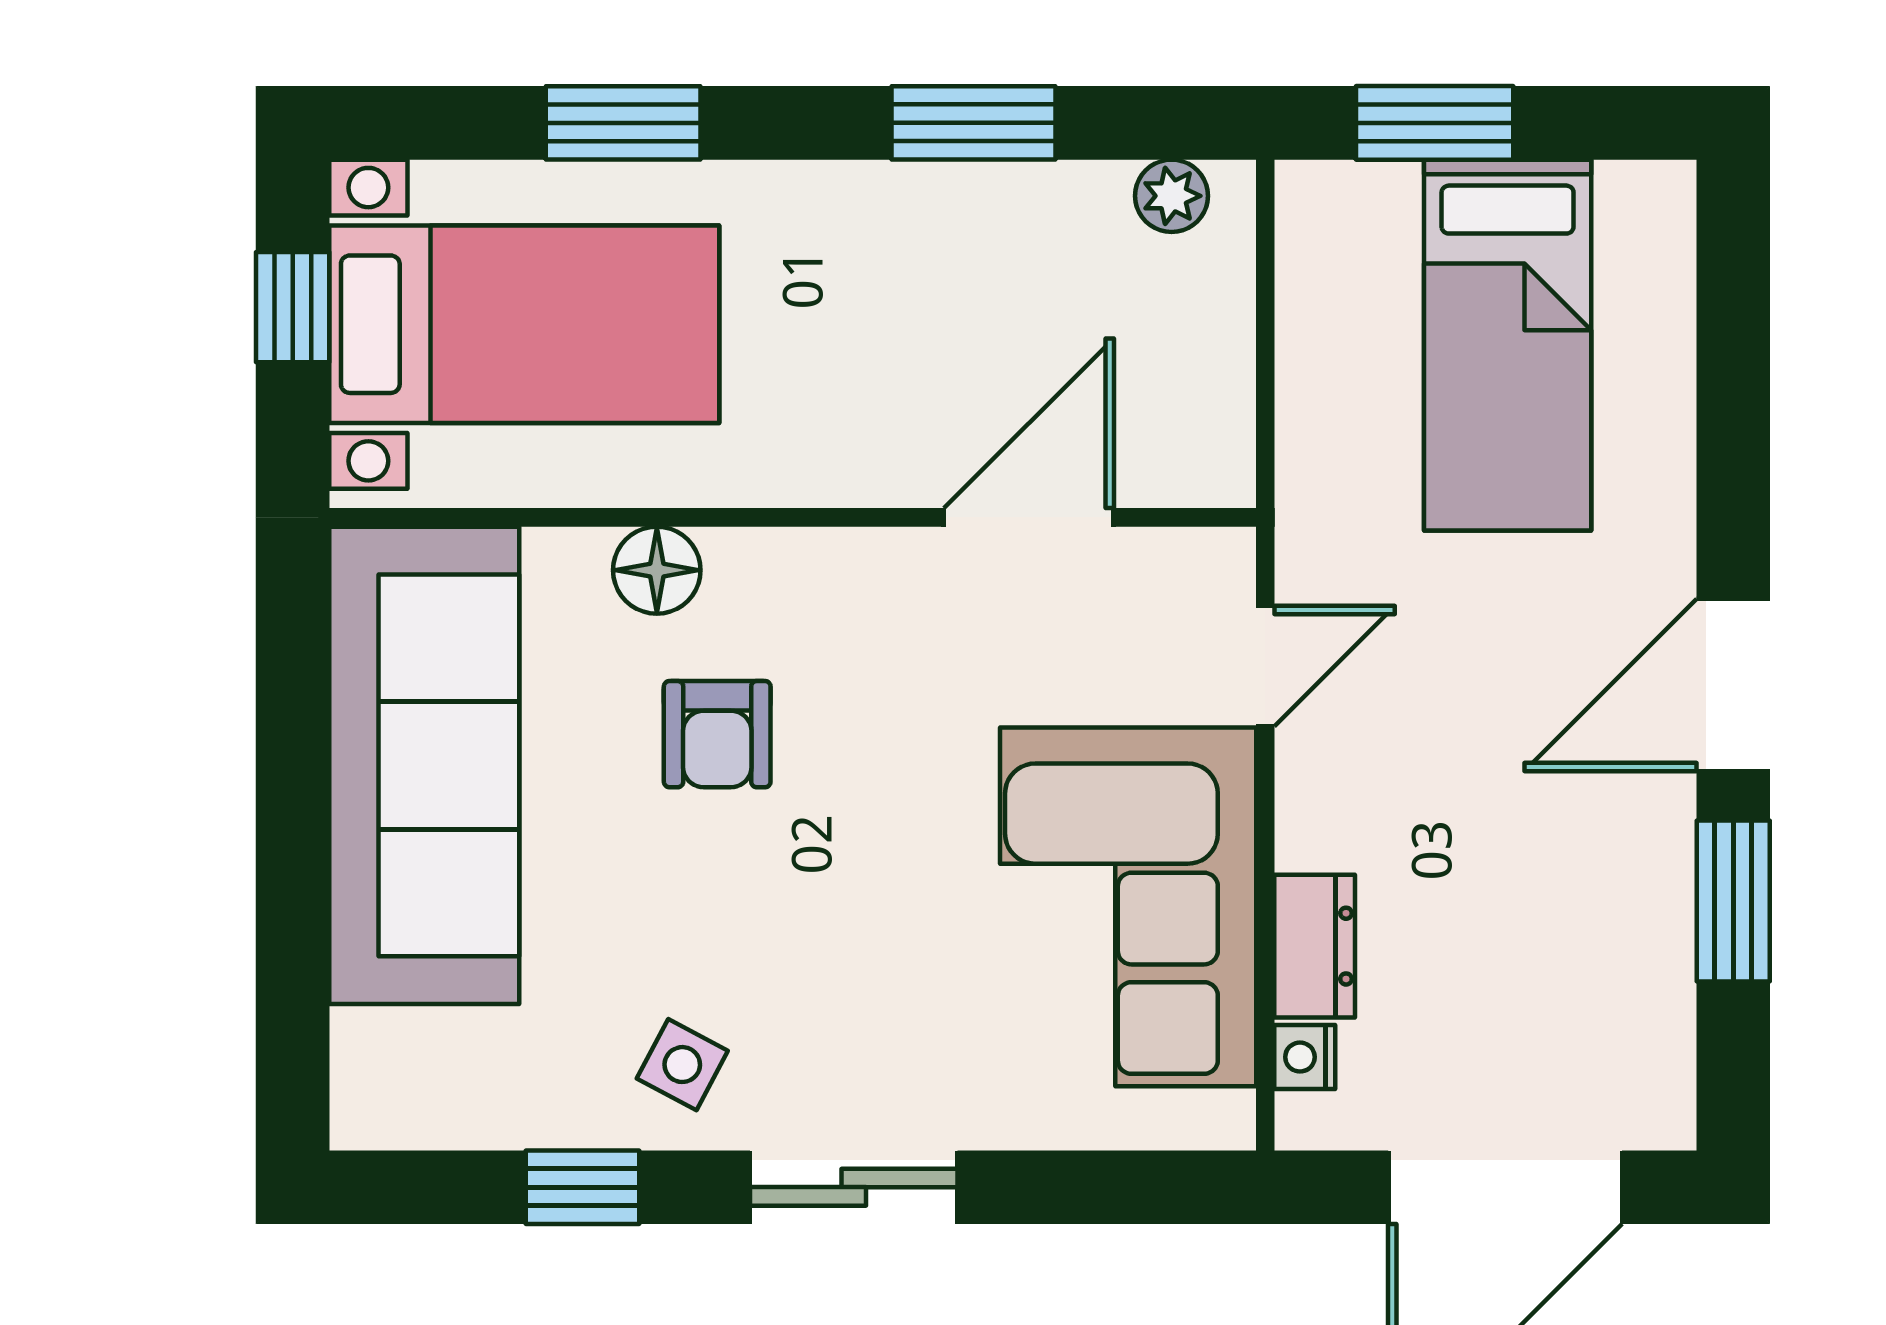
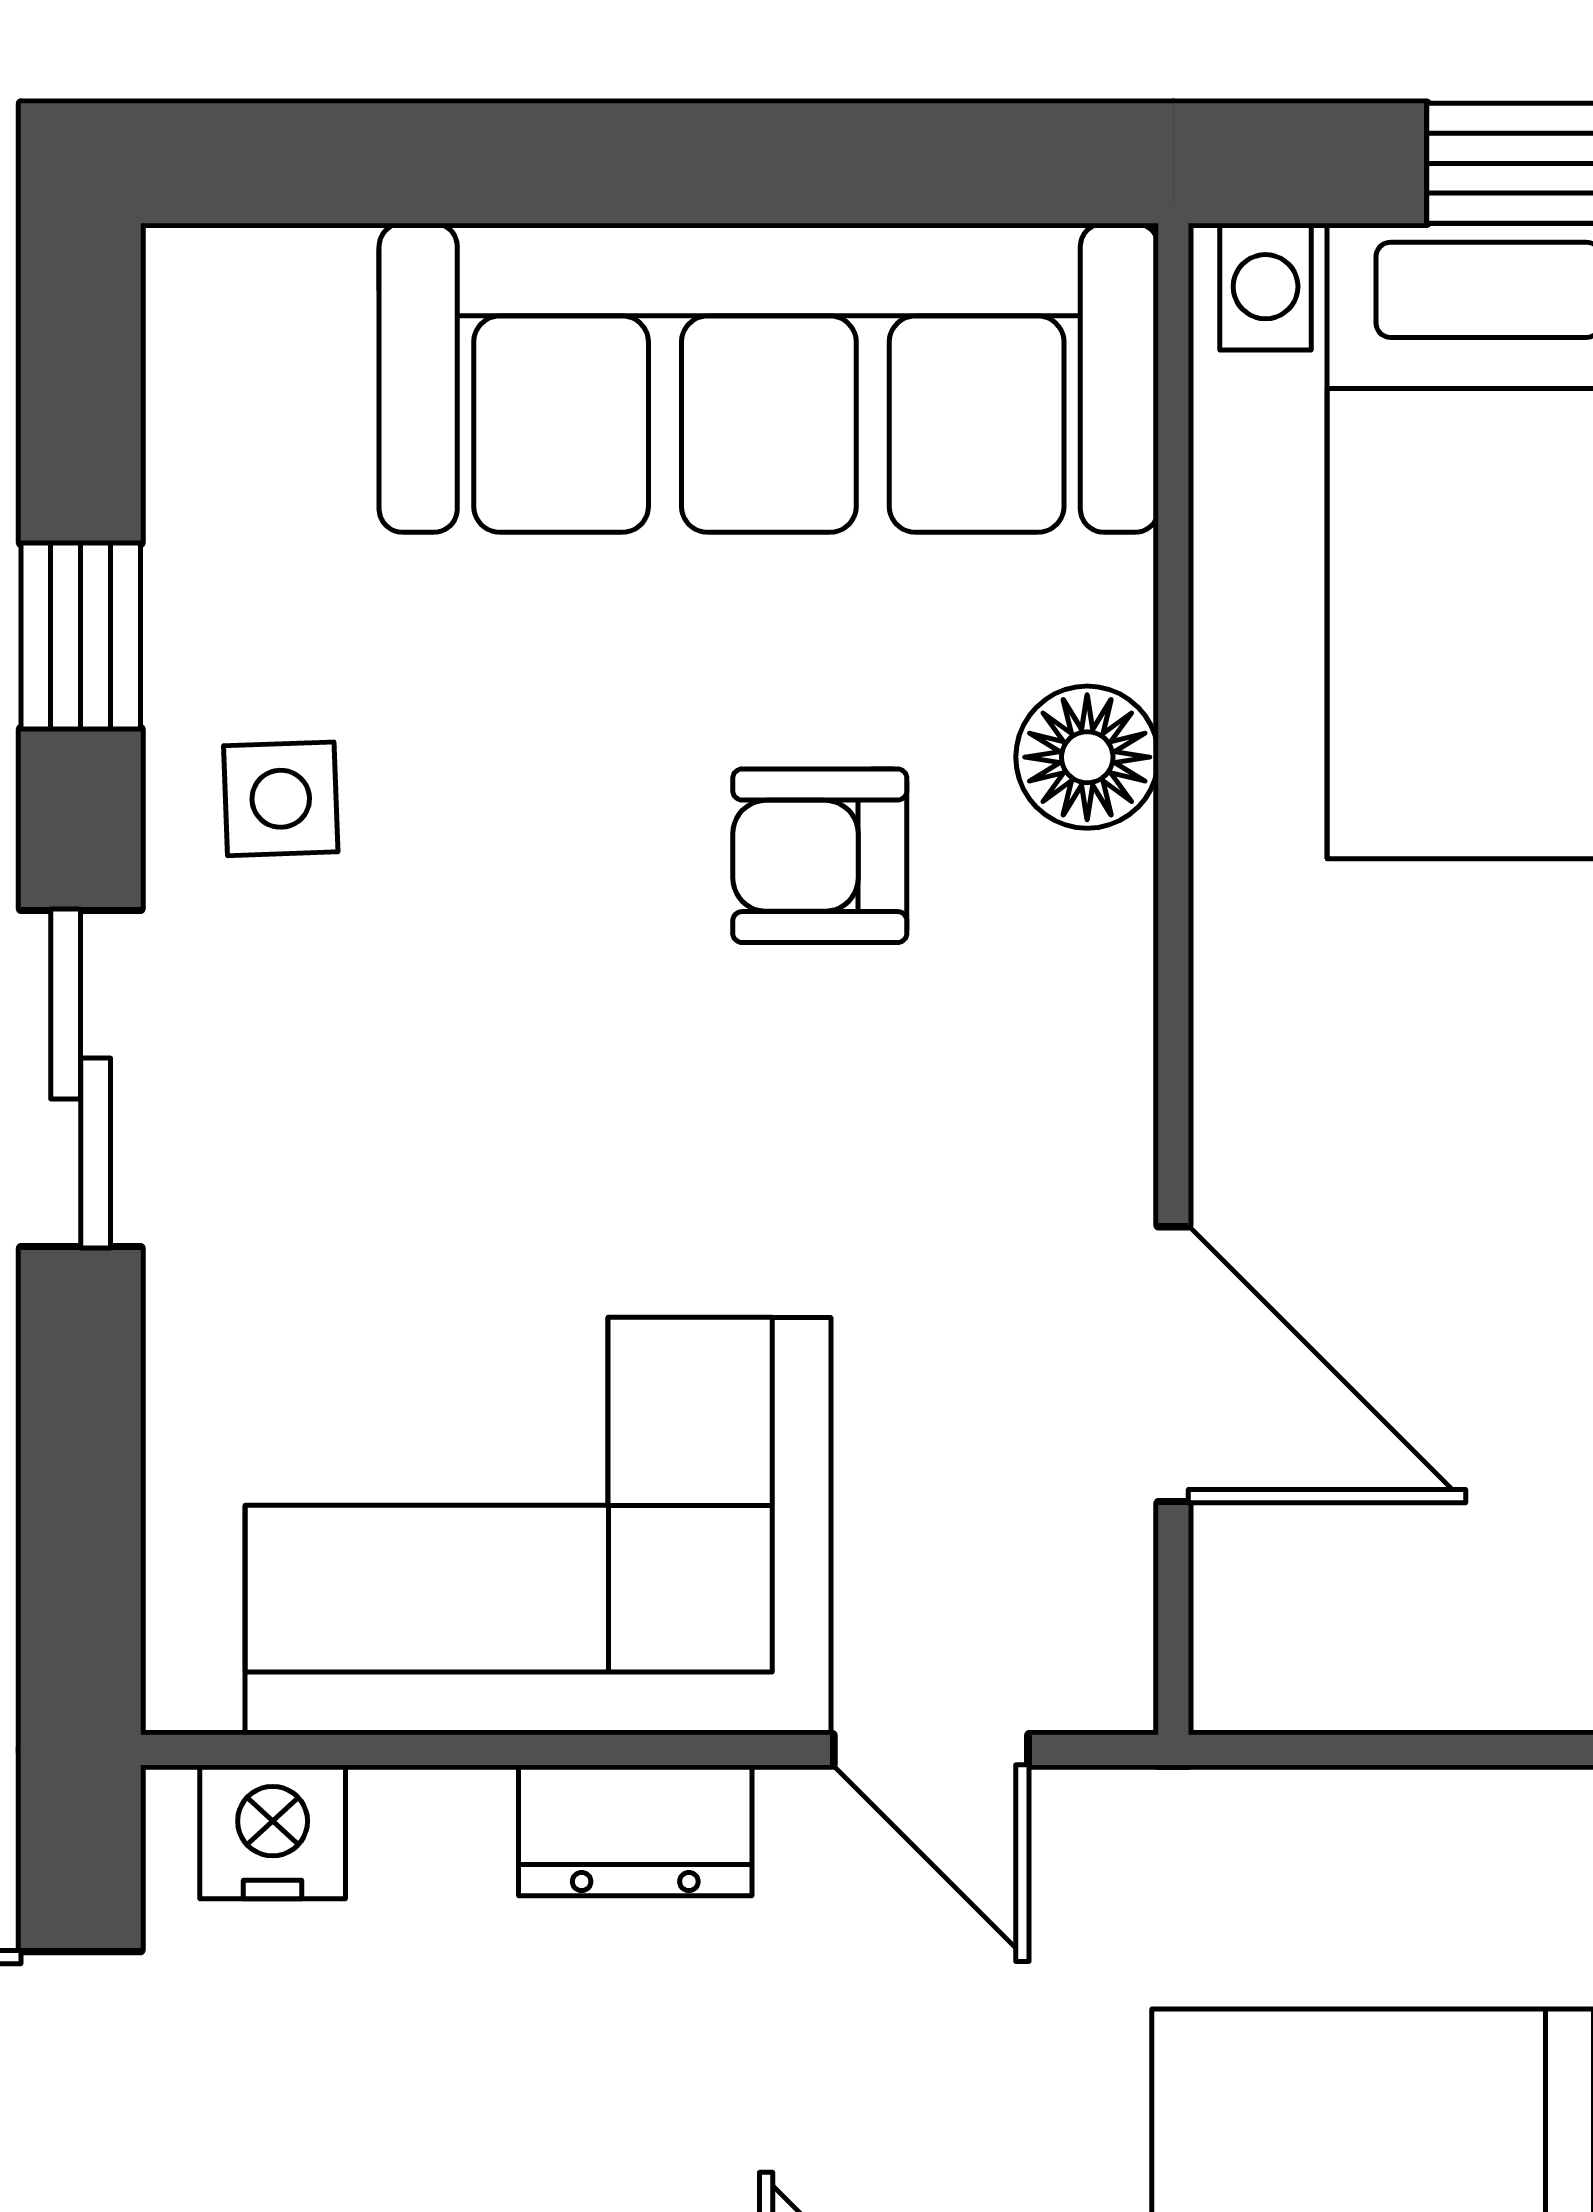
dresser: (1315, 946) -> (635, 1830), moved
nightstand: (1305, 1057) -> (273, 1832), width x1.39, depth x1.35
side table: (682, 1065) -> (281, 799), turned -30

